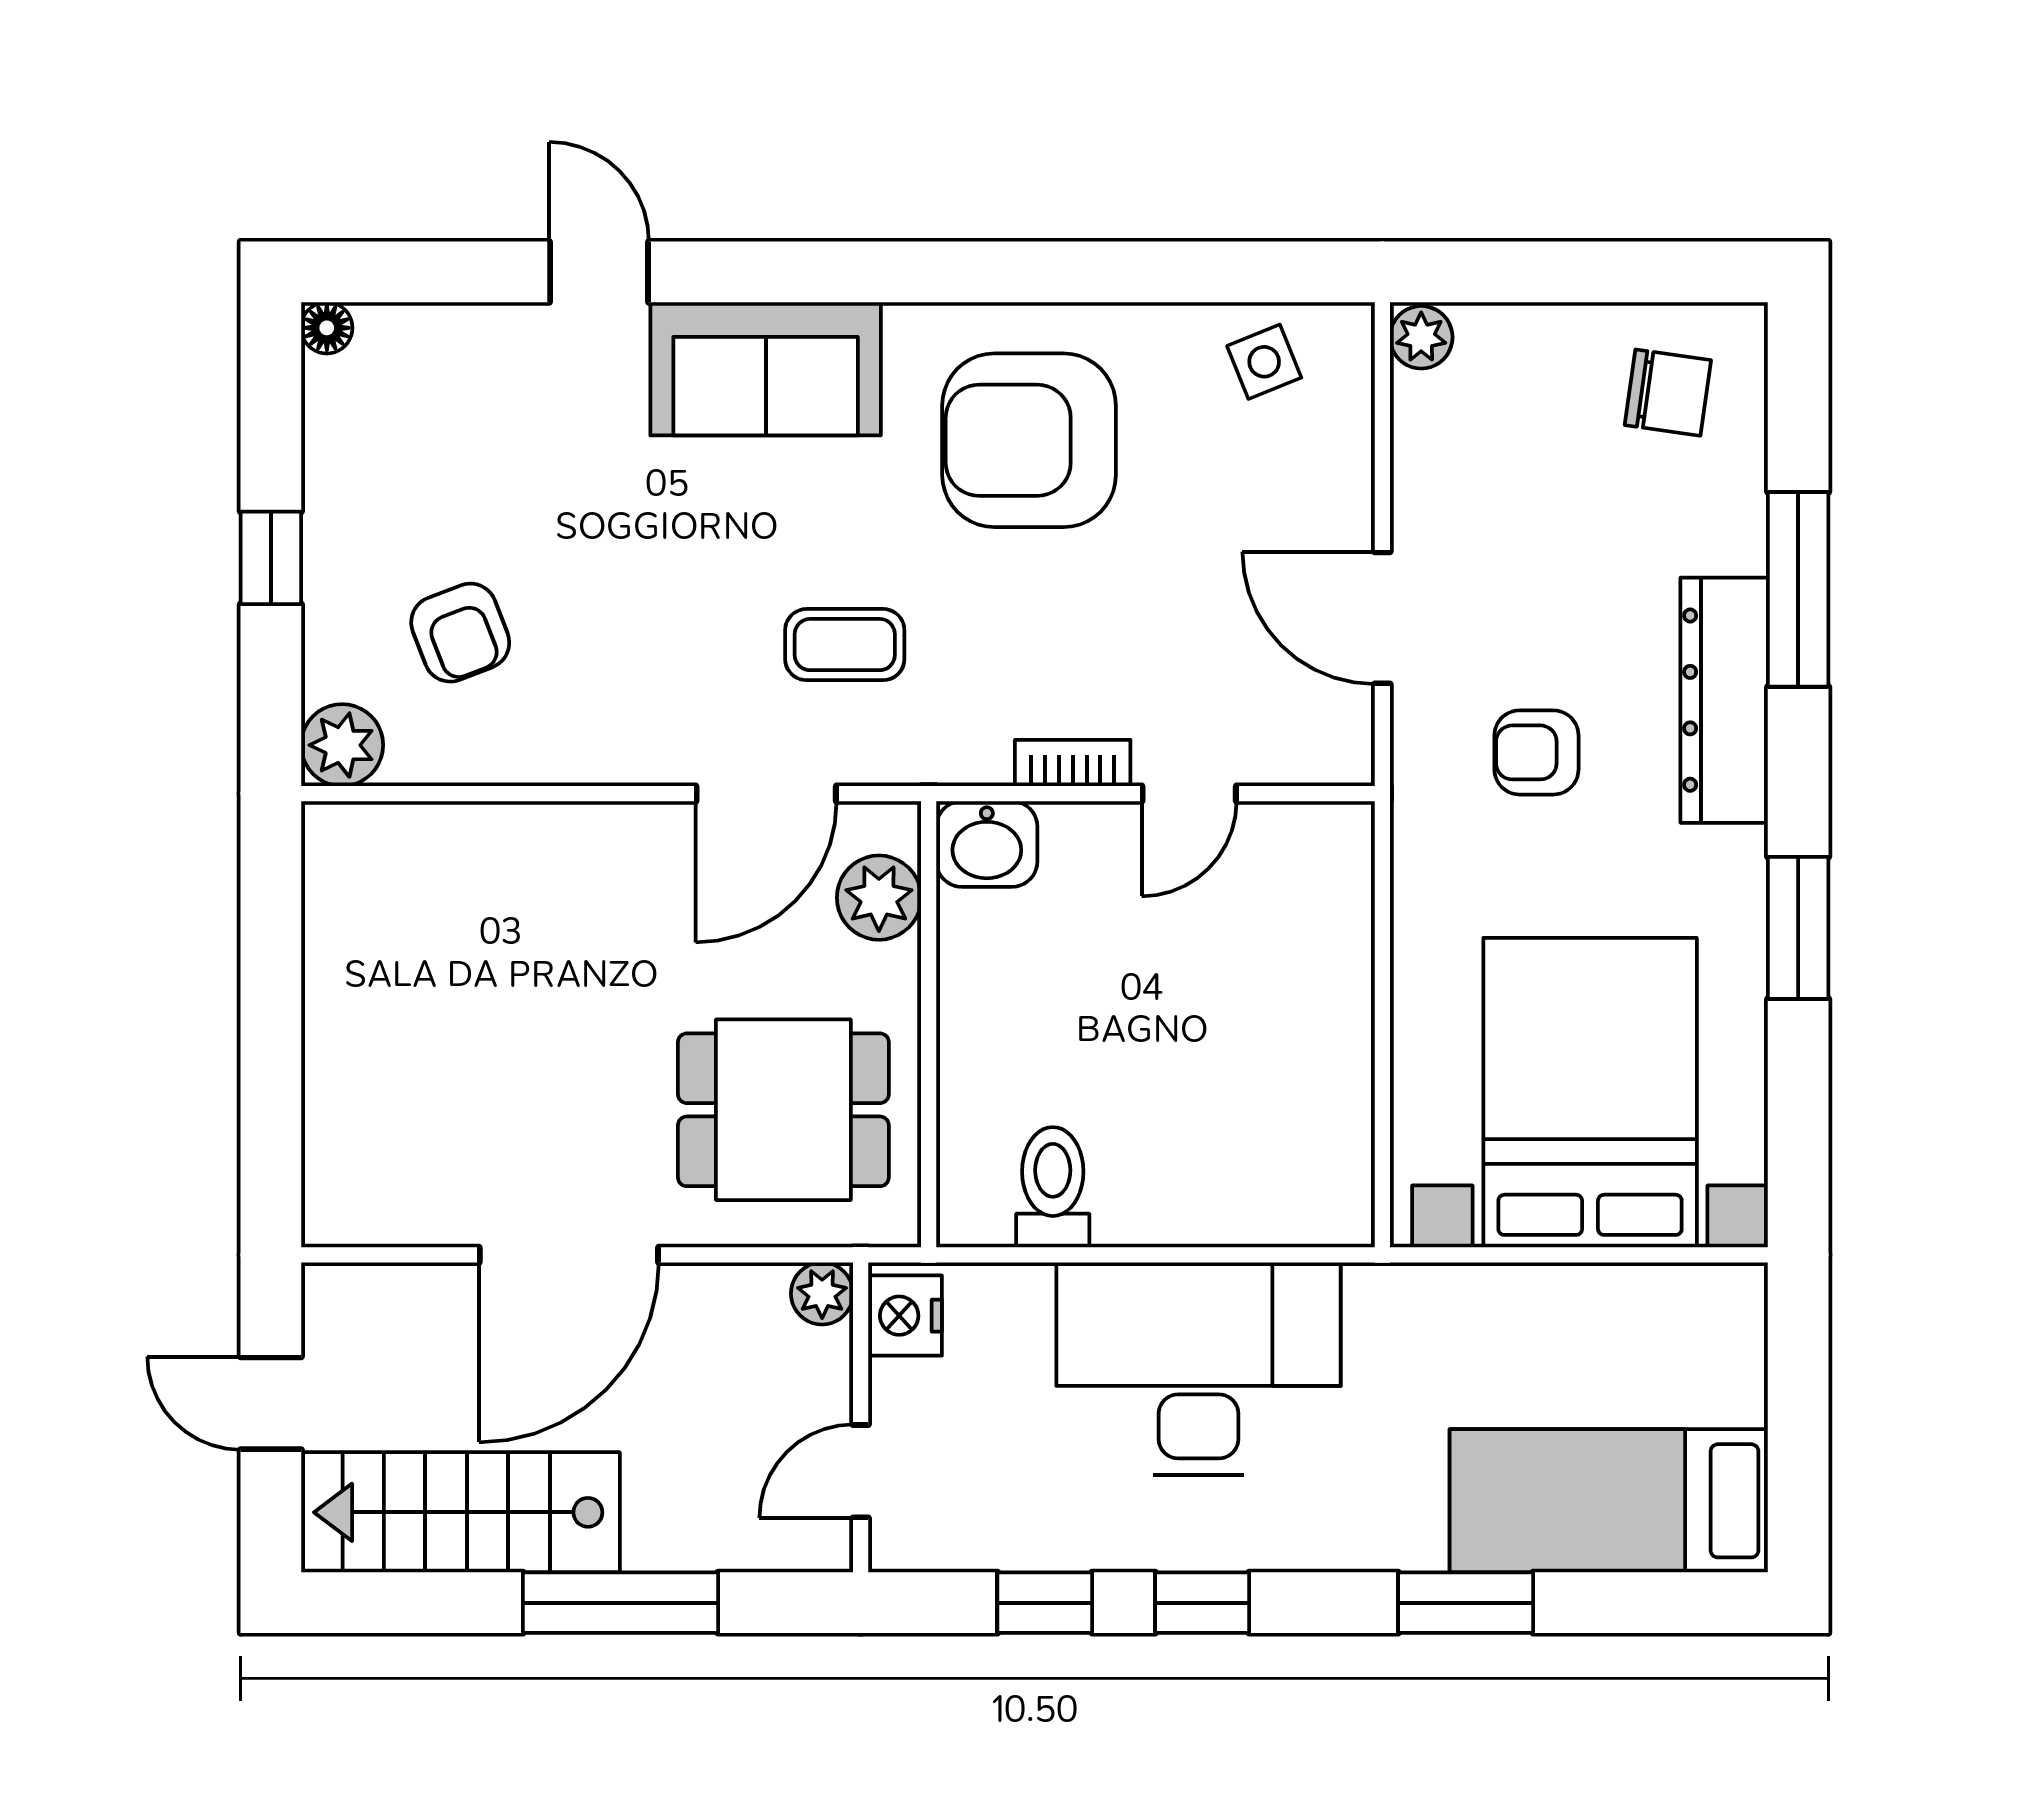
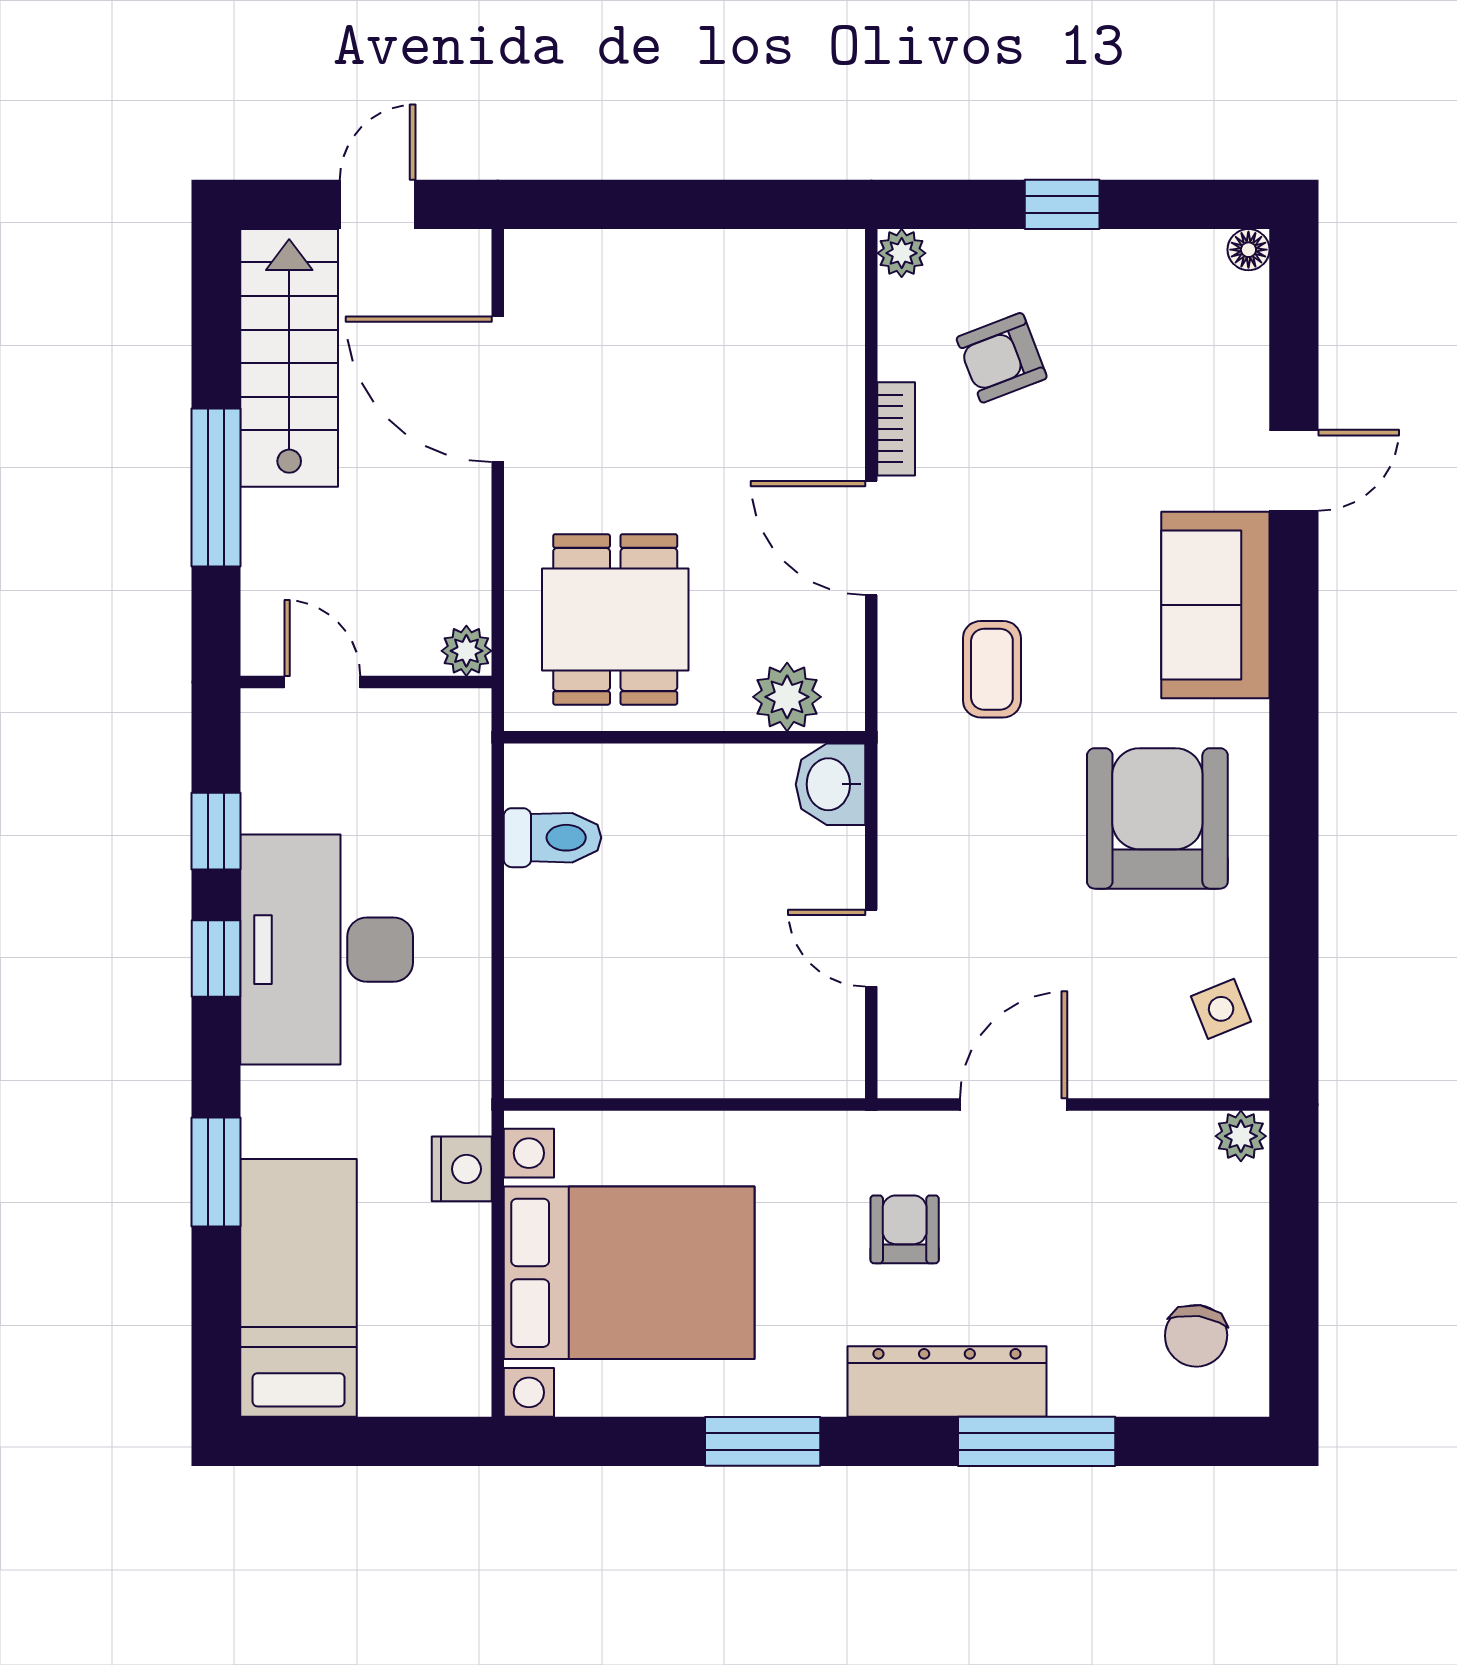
plant: (342, 745) -> (902, 253), width x0.73, depth x0.73
bookcase: (1073, 763) -> (896, 429), moved
door: (766, 794) -> (871, 538), moved
door: (569, 1255) -> (498, 389), moved
nightstand: (905, 1316) -> (462, 1169), moved, turned 90
desk: (1199, 1369) -> (327, 950), moved, turned 180

